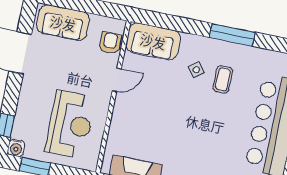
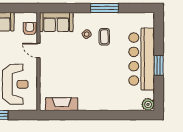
door: (117, 80) -> (38, 50), swing flipped

